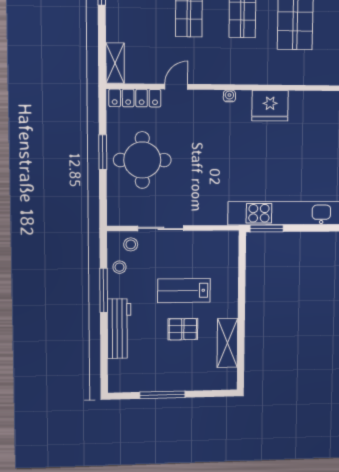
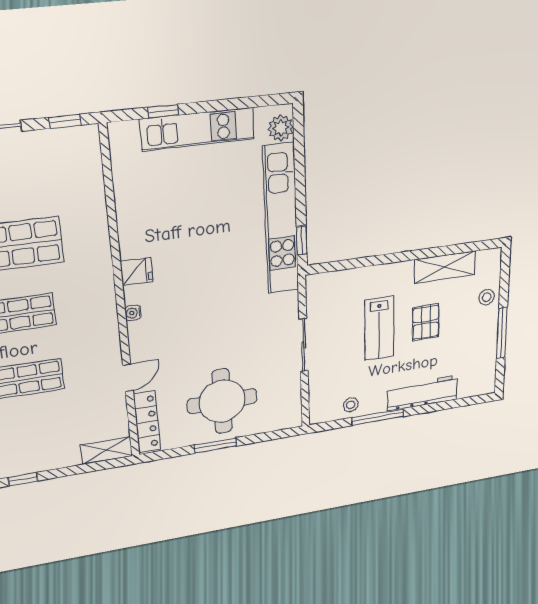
door: (176, 87) -> (128, 378), swing flipped
fridge: (270, 106) -> (137, 272), width x0.53, depth x0.75
sliding door: (161, 228) -> (304, 345), moved
window: (267, 229) -> (302, 240), width x0.67
stool: (131, 244) -> (487, 297), moved

